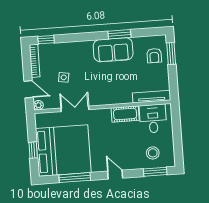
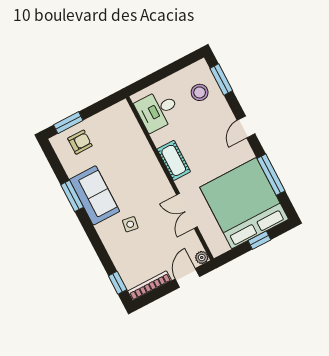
side table: (64, 77) -> (130, 224), moved
tv unit: (152, 97) -> (131, 124), removed
cot: (125, 114) -> (174, 160), moved

